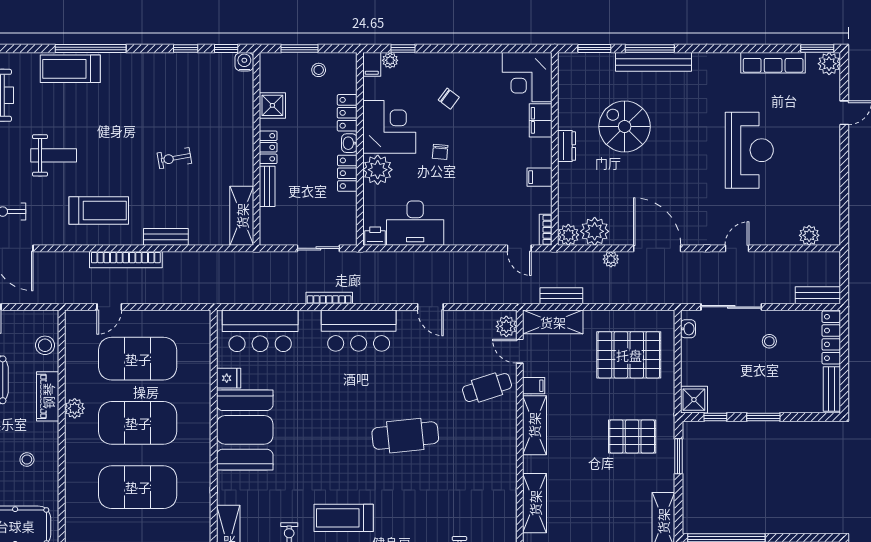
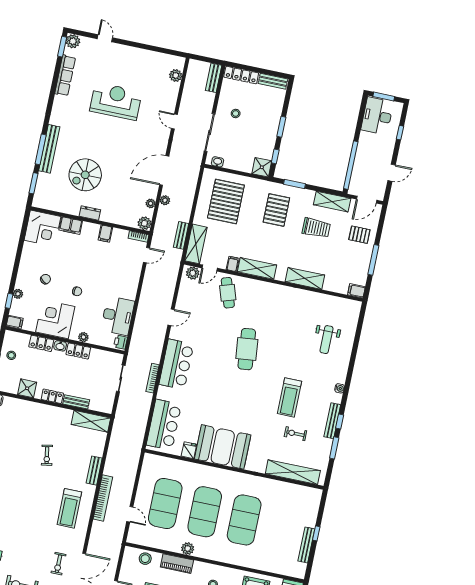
plant: (390, 60) -> (18, 294), moved
weight bench: (54, 155) -> (30, 529), removed
plant: (378, 170) -> (83, 337), width x0.53, depth x0.53
treadmill: (99, 210) -> (69, 508), turned 180
plant: (595, 231) -> (151, 203), width x0.53, depth x0.53
trolley: (617, 505) -> (316, 228), added

